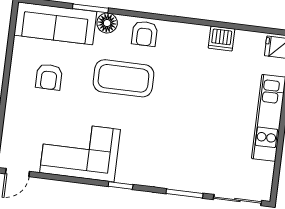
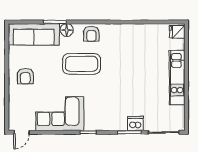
dishwasher: (222, 38) -> (135, 123), moved, turned 180
armchair: (49, 77) -> (25, 76), moved

